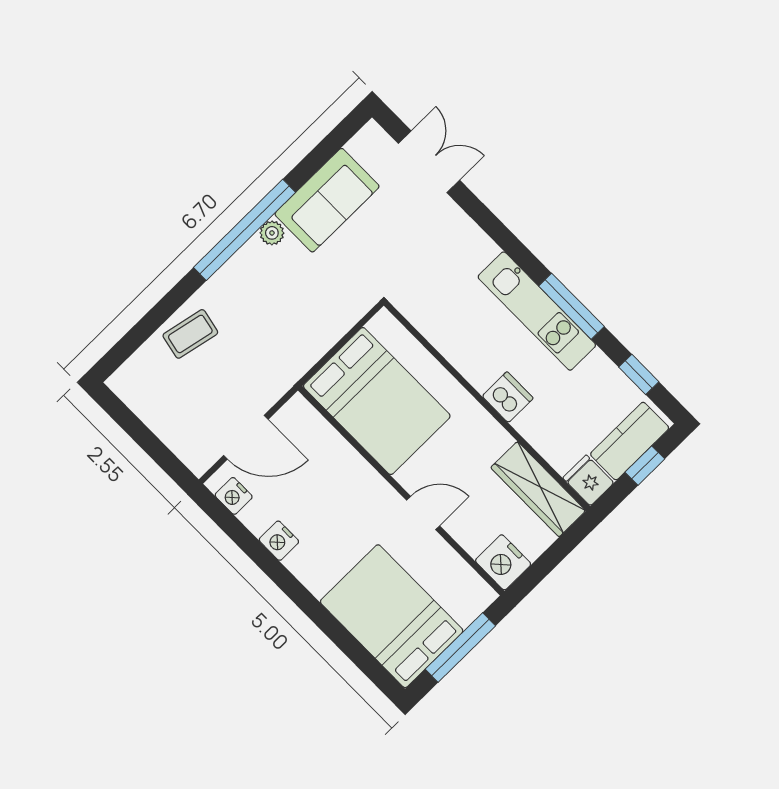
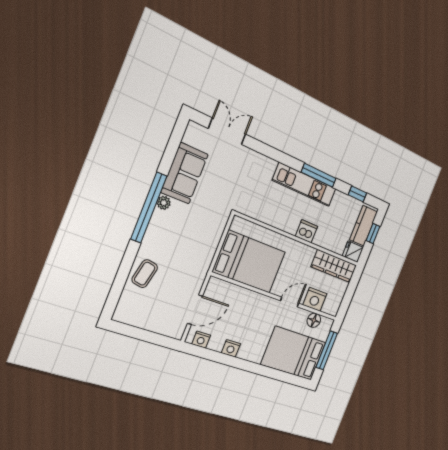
nightstand: (503, 562) -> (315, 299), moved
floor lamp: (457, 573) -> (314, 320), added

